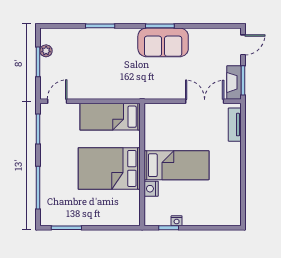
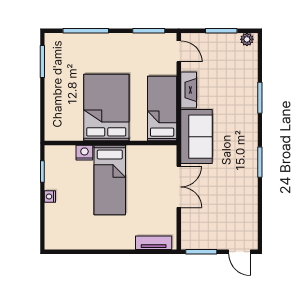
sofa: (163, 42) -> (197, 137), moved, turned 180
plant: (46, 51) -> (247, 39), moved
fireplace: (234, 82) -> (189, 90), moved, turned 90
double door: (205, 101) -> (179, 187), moved
nightstand: (177, 221) -> (50, 197), moved

